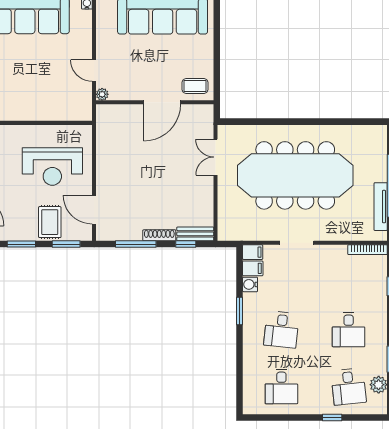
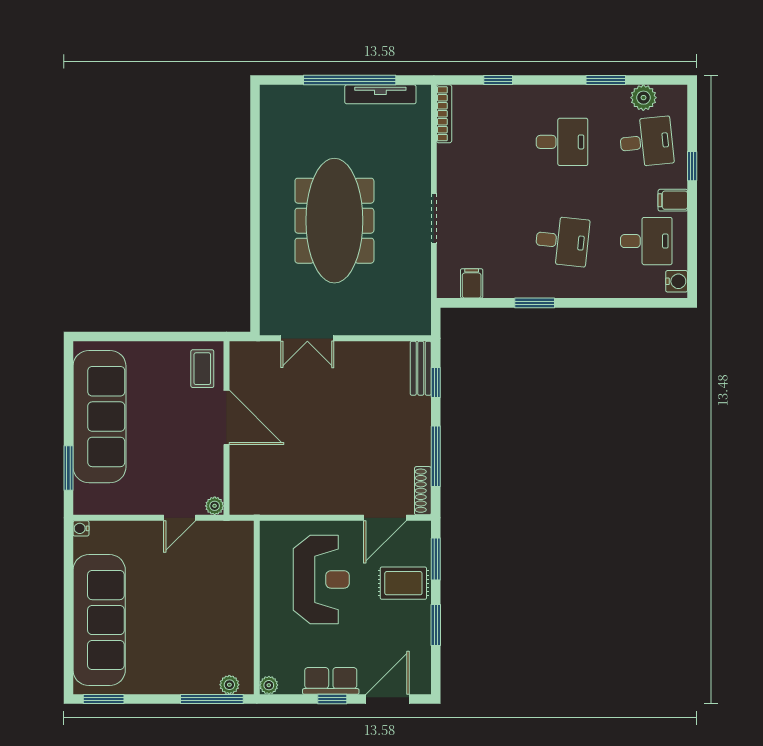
meeting table: (295, 175) -> (334, 221), width x0.73, depth x0.79
shoe rack: (159, 235) -> (423, 491), moved
filing cabinet: (253, 252) -> (673, 200), moved, turned -90
water cooler: (250, 284) -> (677, 281), moved, turned -90

